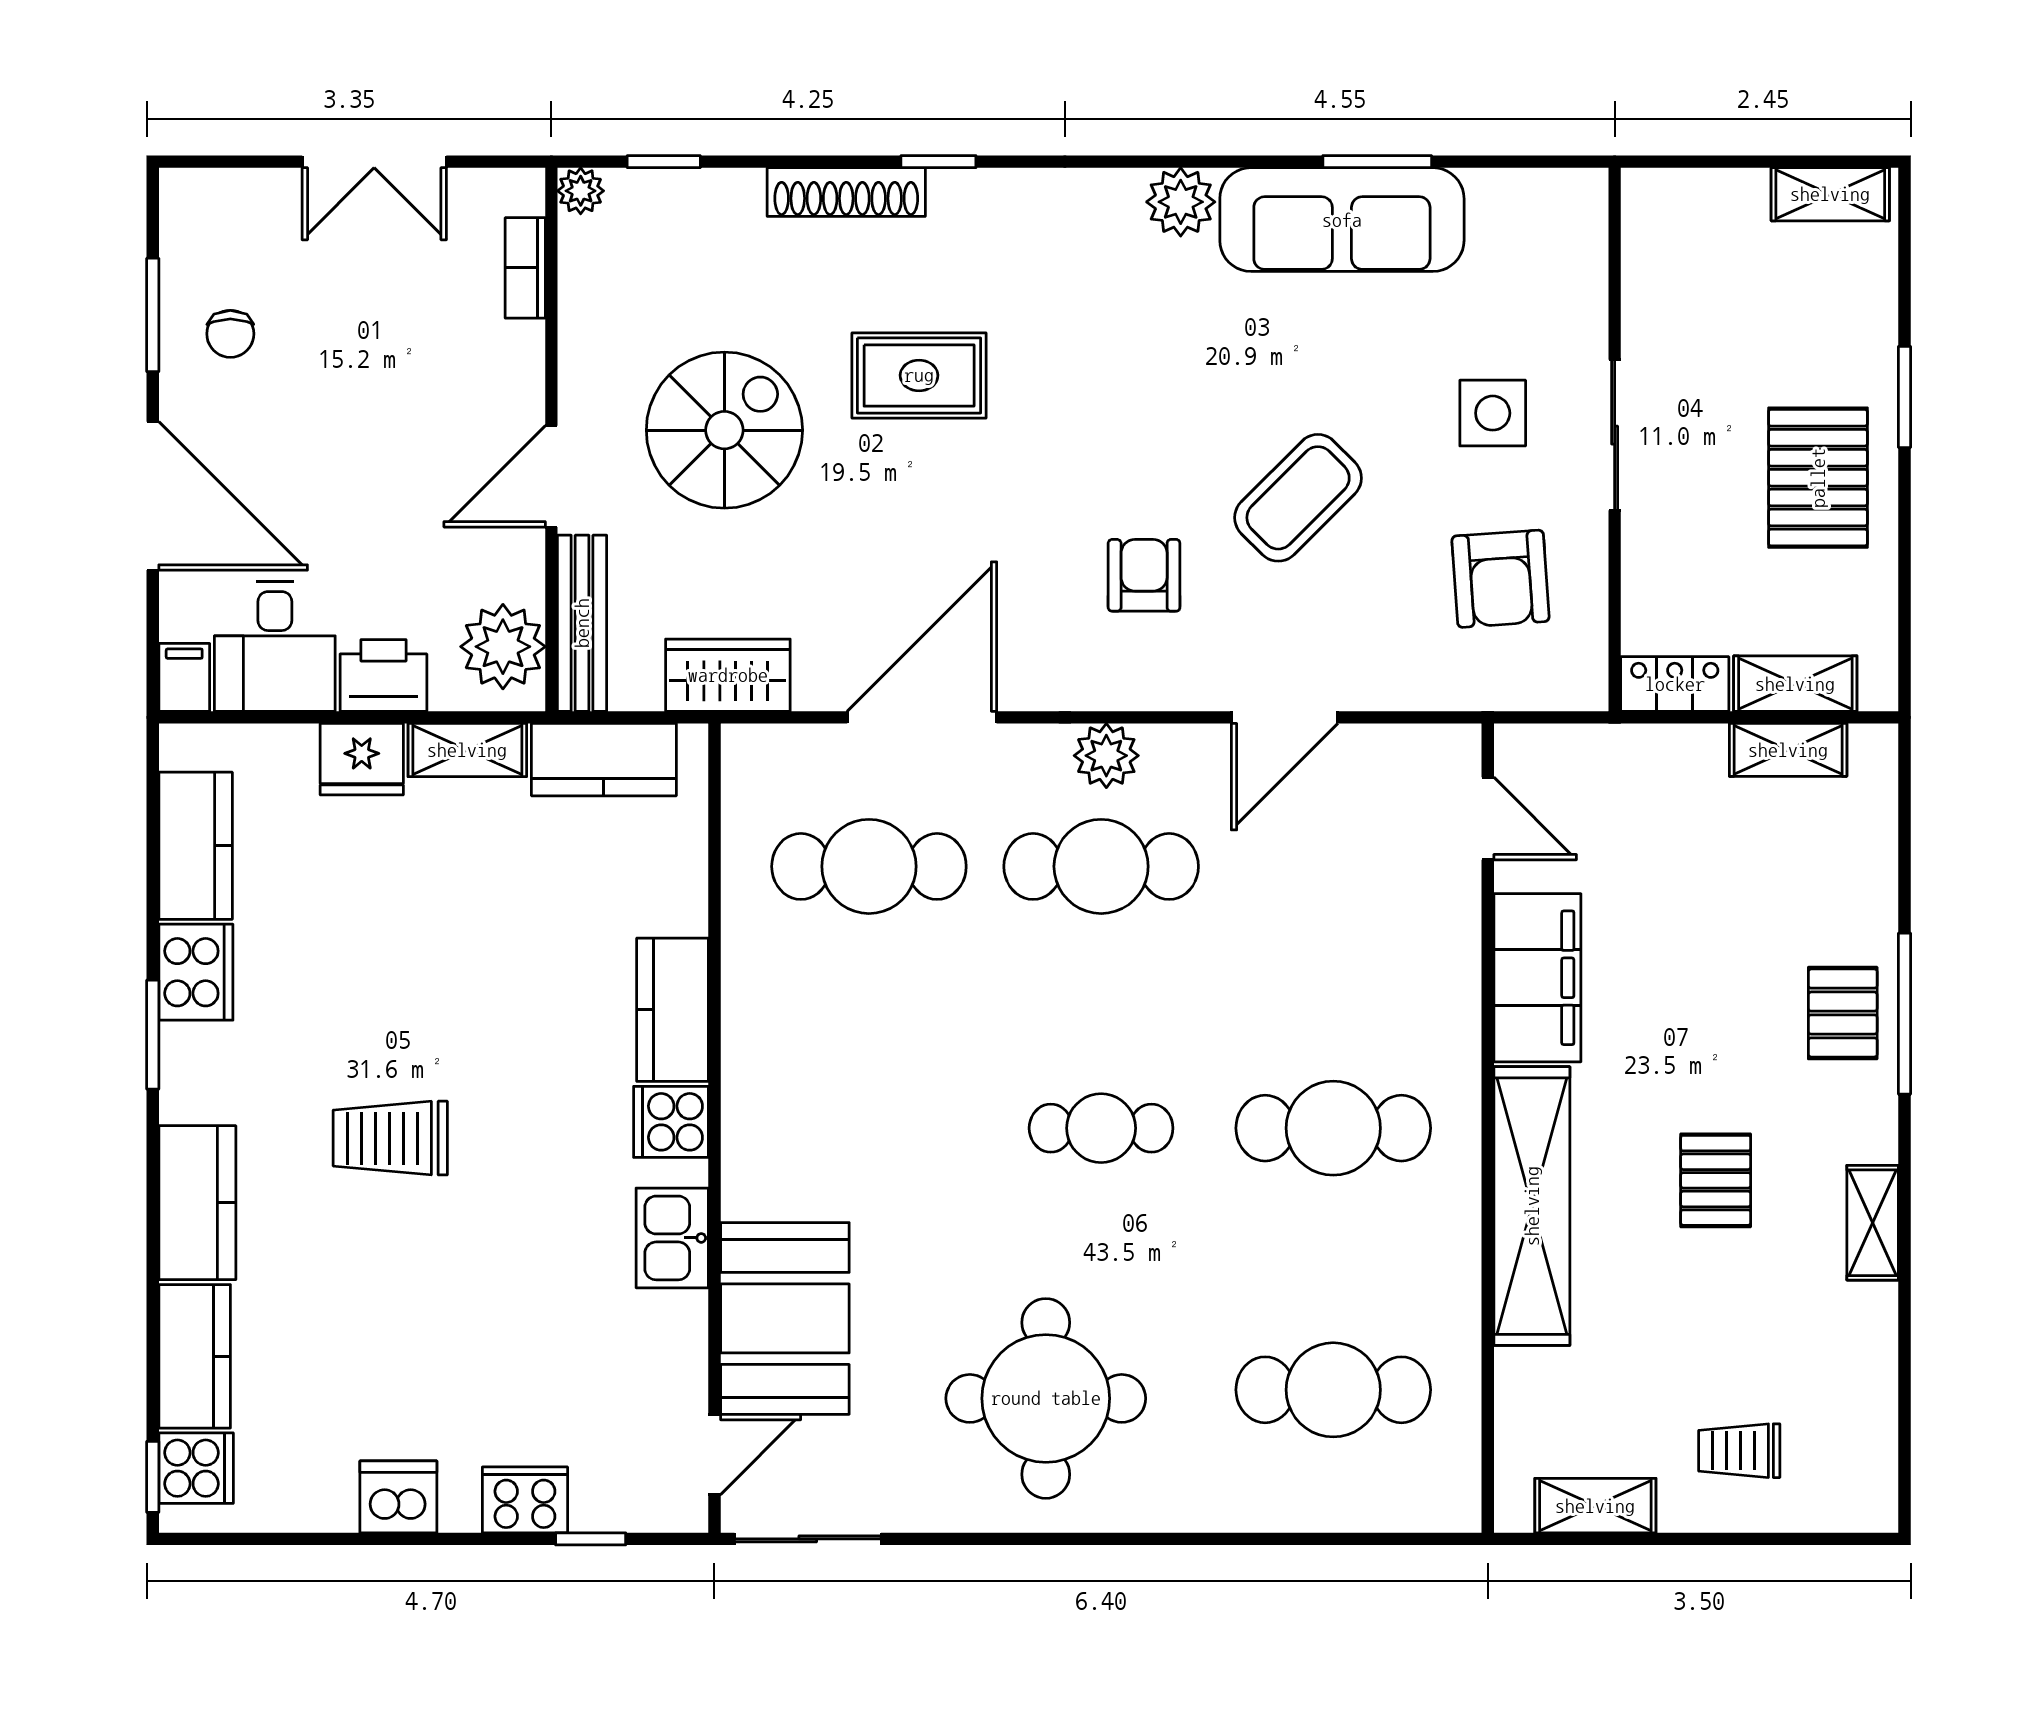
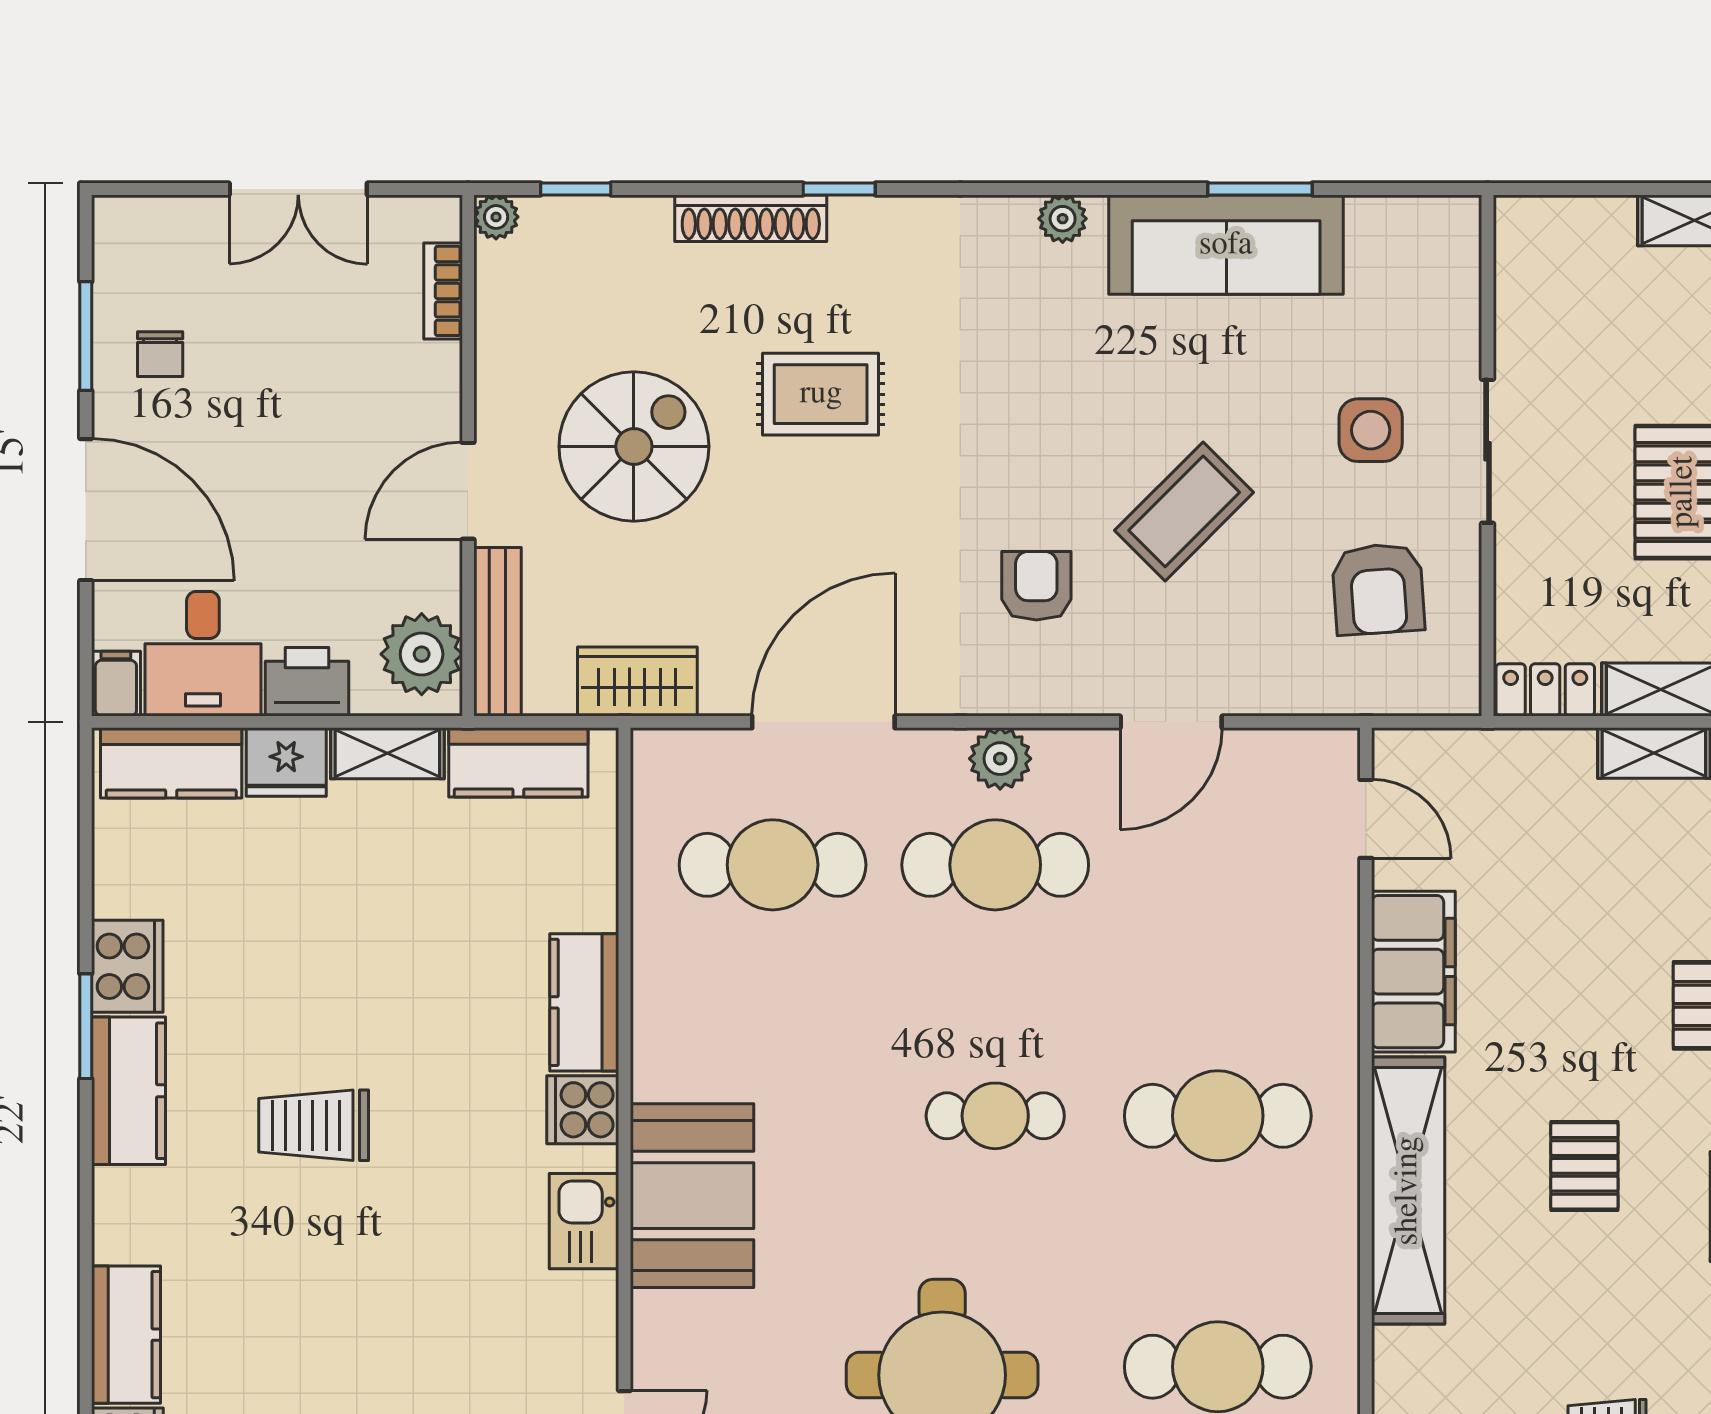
plant: (1181, 202) -> (1063, 219), width x0.73, depth x0.73
kitchen counter: (196, 846) -> (171, 763), moved, turned 90
kitchen counter: (197, 1203) -> (128, 1091), moved
booth: (785, 1318) -> (692, 1196), moved

